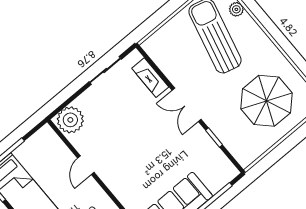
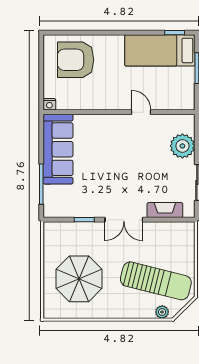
double door: (187, 105) -> (124, 220), swing flipped
plant: (70, 120) -> (182, 146), moved

